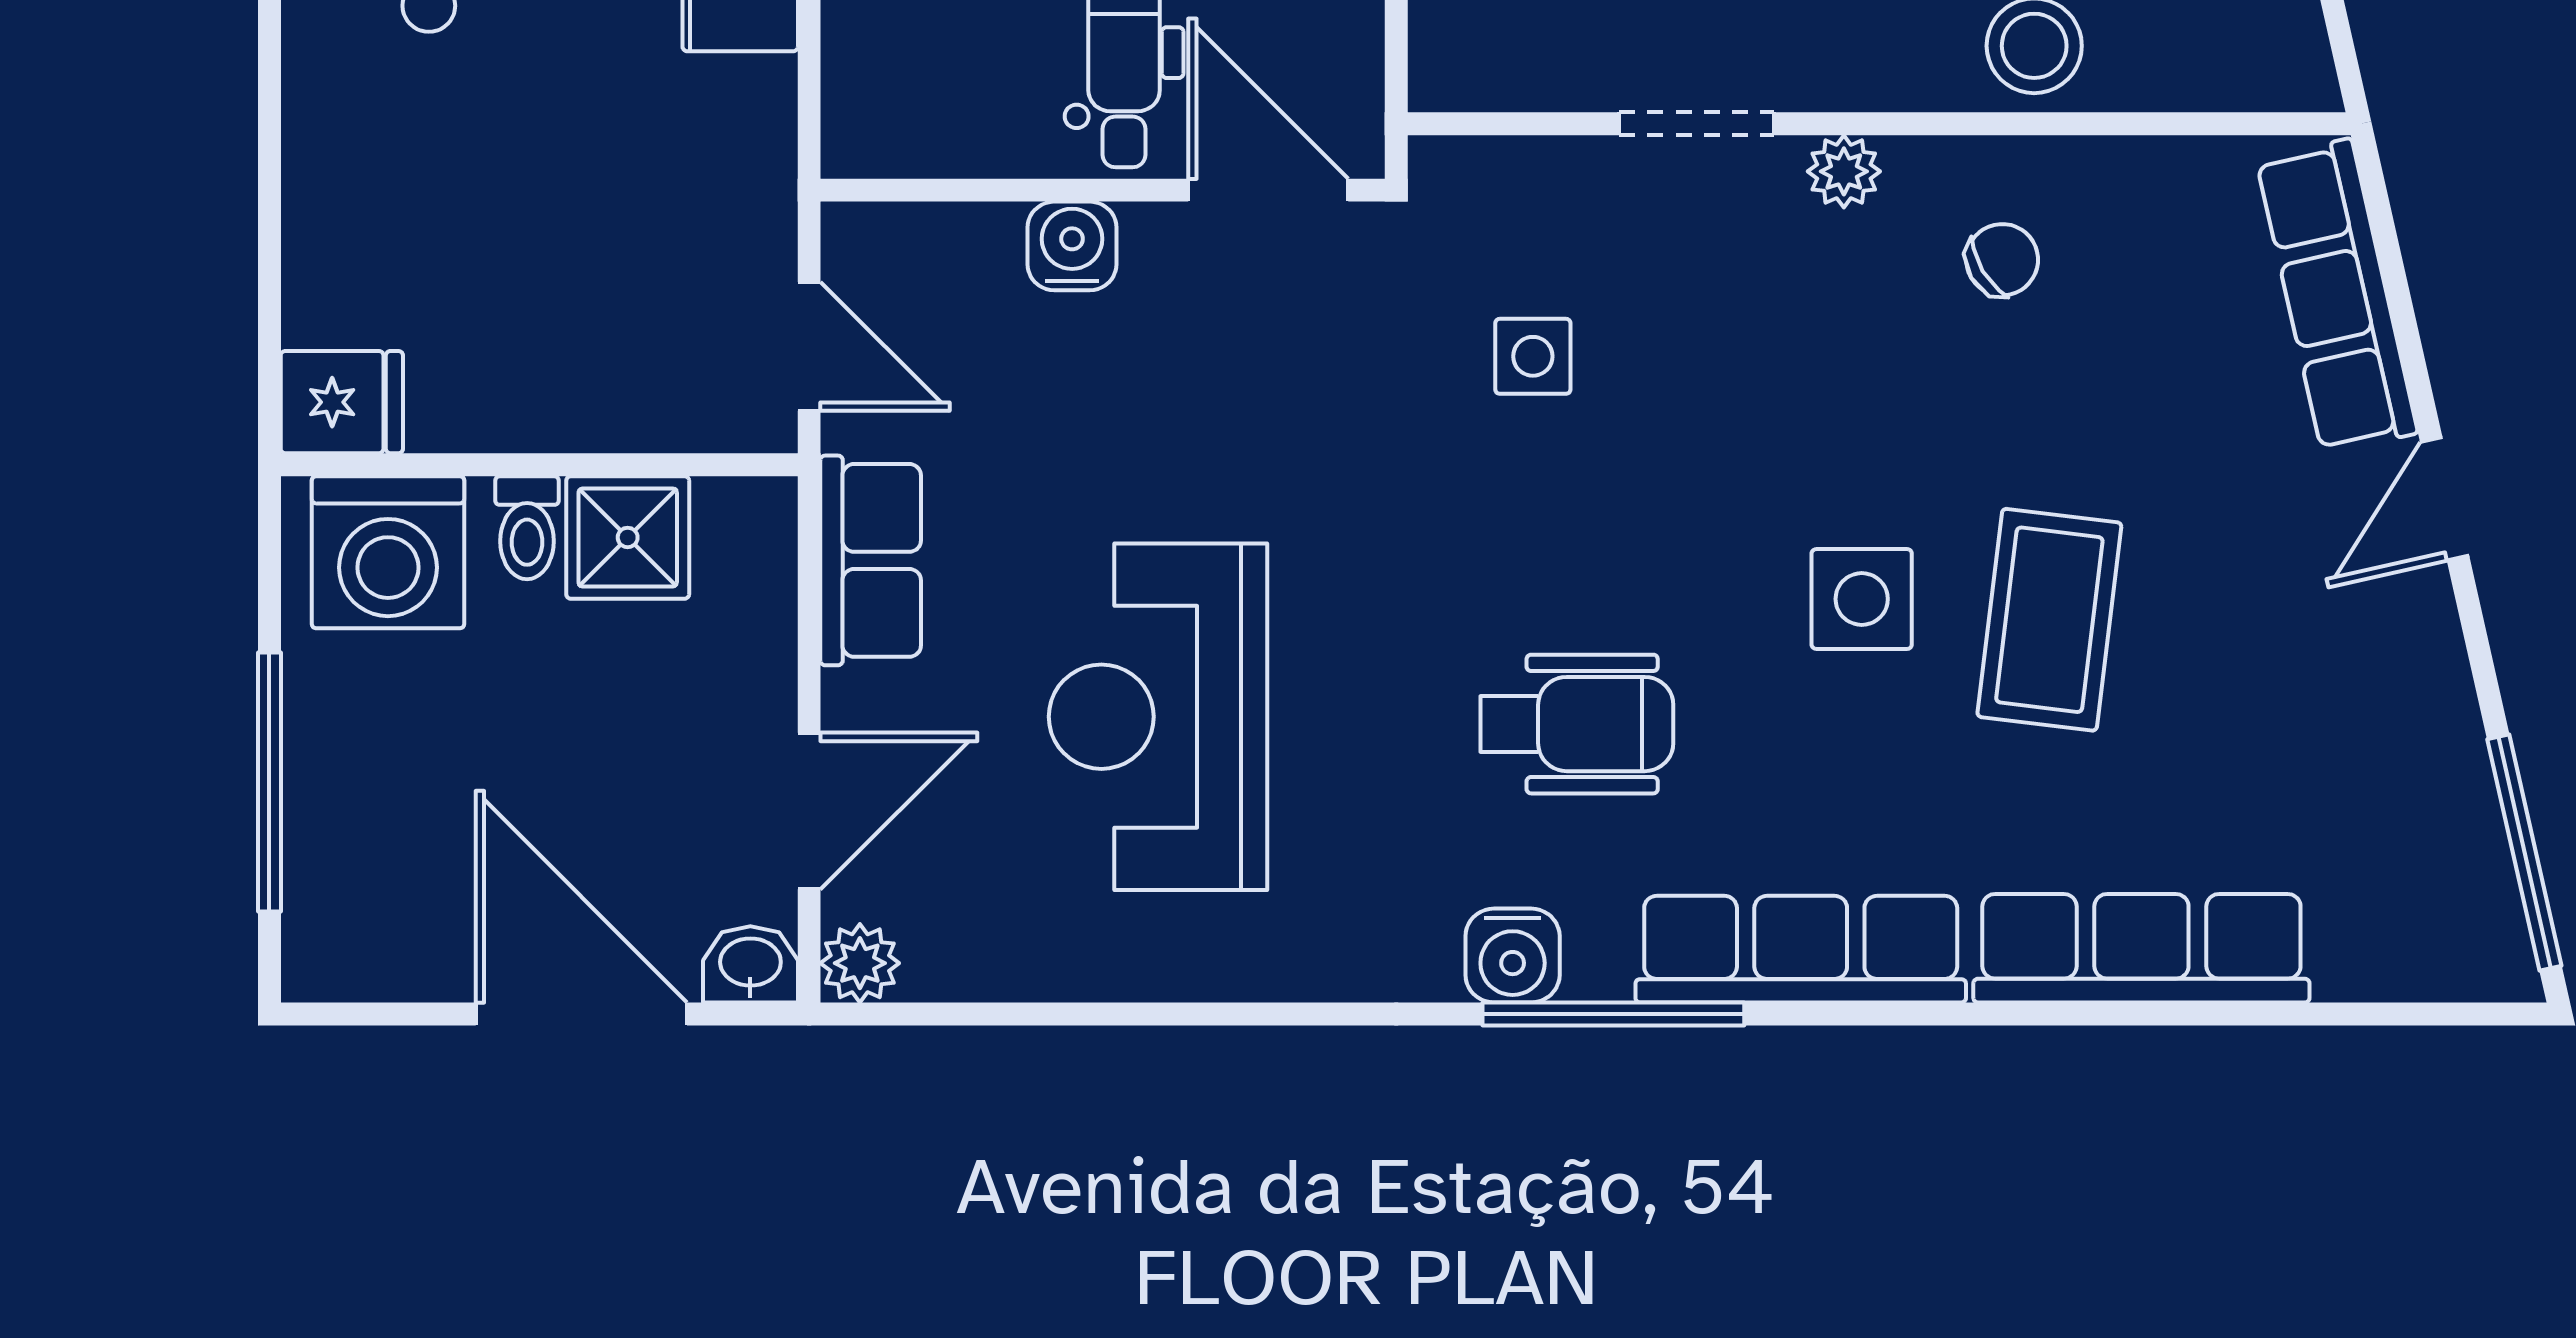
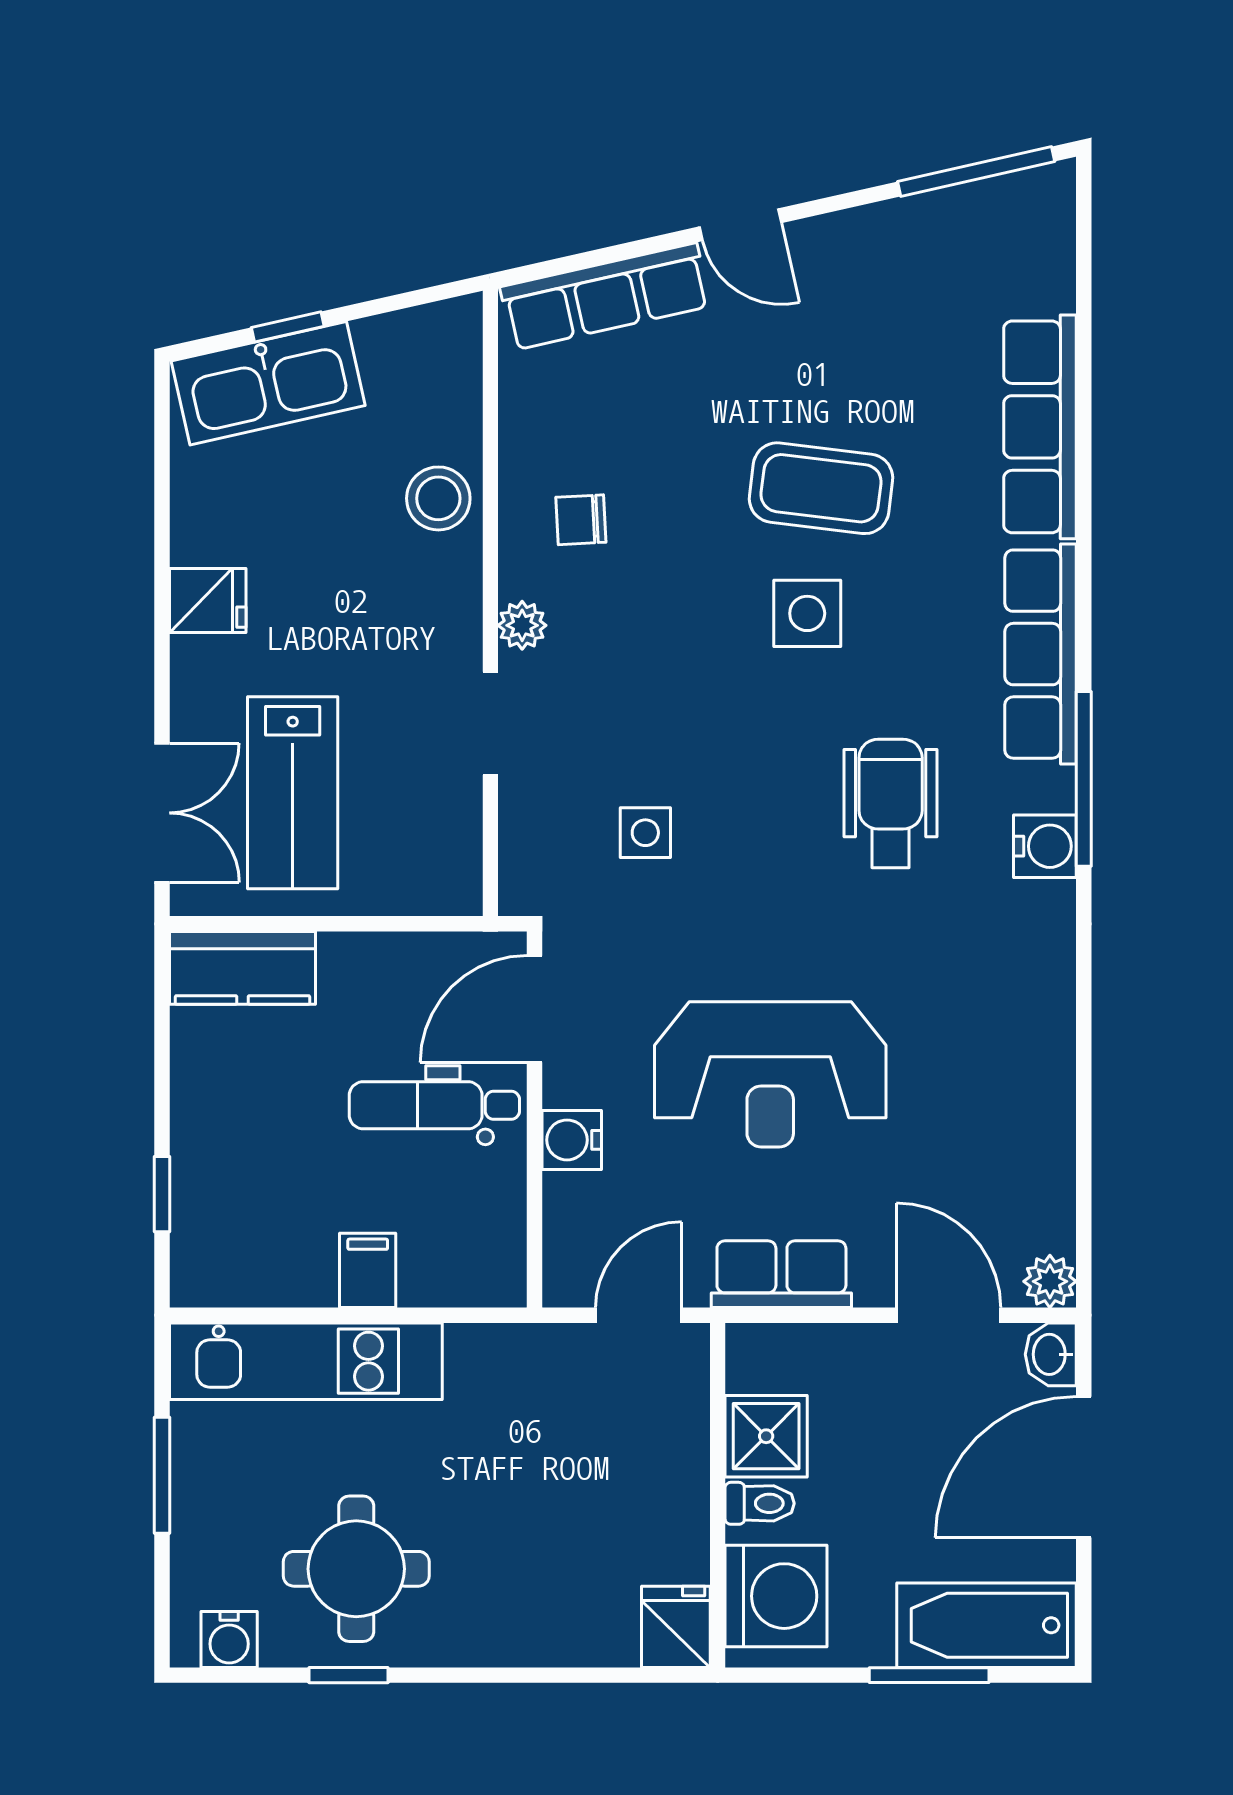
chair: (2002, 260) -> (581, 520), turned -62
reception desk: (1158, 717) -> (770, 1074), moved
window: (269, 782) -> (929, 1675), width x0.69
bathtub: (344, 868) -> (987, 1625), added

